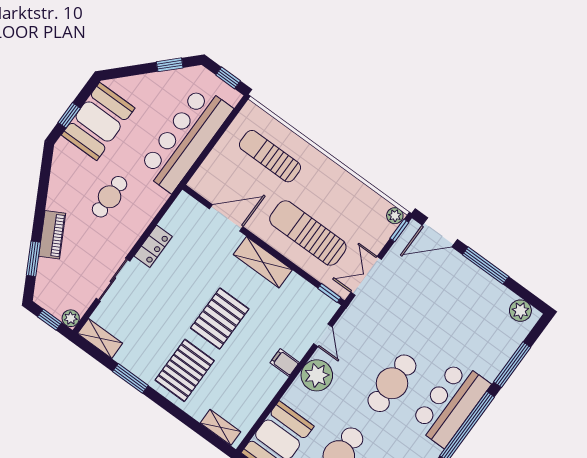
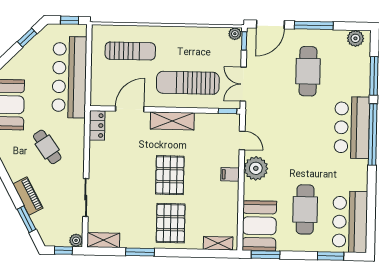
sun lounger: (270, 156) -> (130, 51), turned 180
cafe table: (110, 197) -> (47, 147), turned -35
locker: (153, 246) -> (97, 125), moved
cafe table: (392, 383) -> (308, 71), moved

